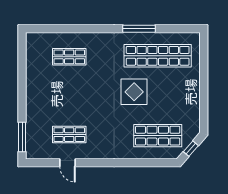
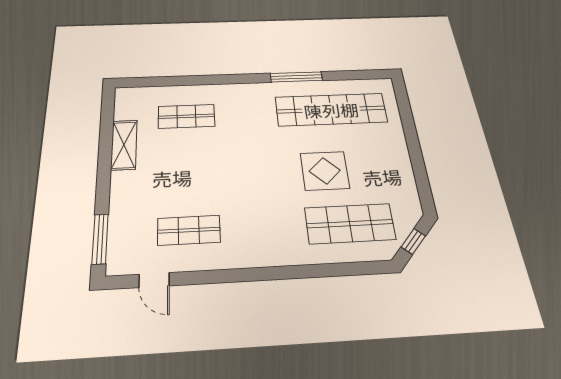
shelving: (33, 76) -> (124, 145), added
display table: (134, 92) -> (325, 171), moved
door: (67, 163) -> (154, 280), moved

